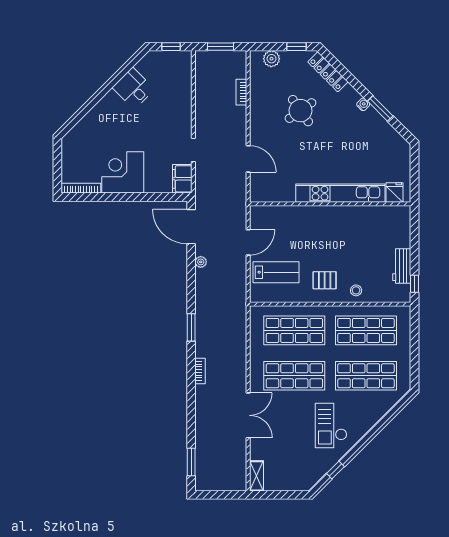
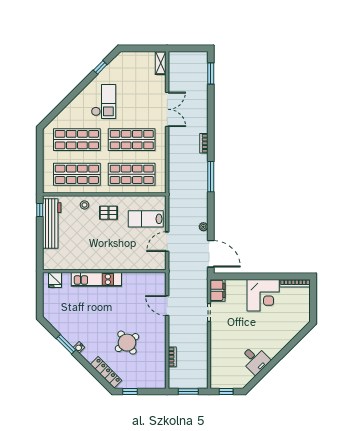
plant: (271, 59) -> (149, 382), removed
kitchen unit: (340, 193) -> (96, 279), width x0.73
workbench: (402, 266) -> (52, 224), width x1.88, depth x1.32
window: (191, 327) -> (211, 177), width x1.44
double door: (248, 415) -> (167, 109), swing flipped

